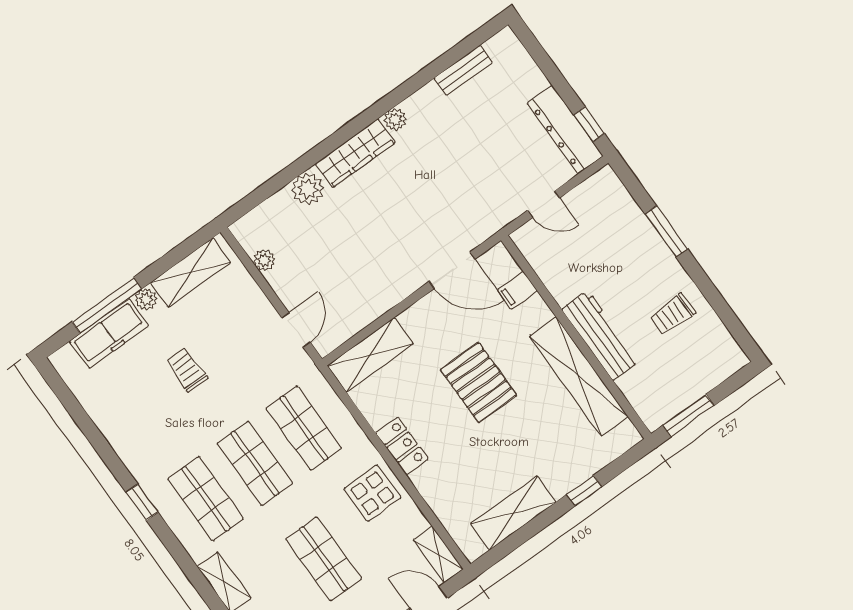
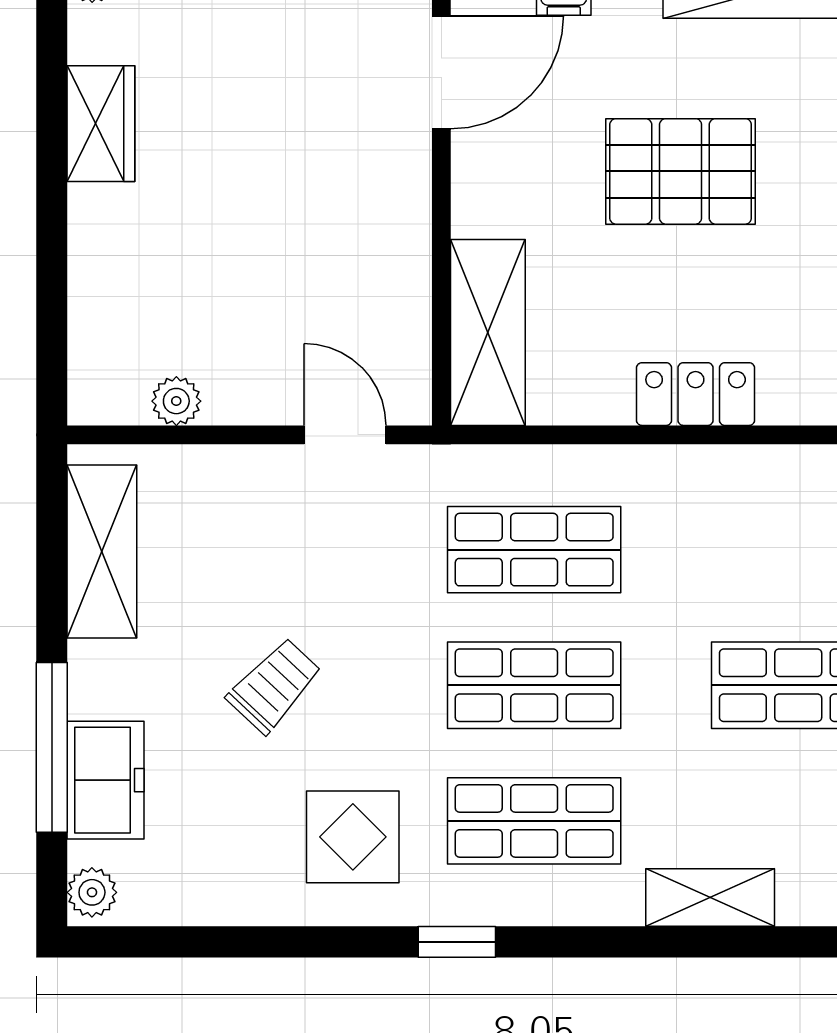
wardrobe: (355, 153) -> (101, 124), width x0.67
plant: (308, 189) -> (103, 228), removed
plant: (146, 299) -> (92, 892), moved
freezer: (109, 333) -> (106, 780), width x0.71
trolley: (187, 370) -> (274, 686), turned 133
display table: (372, 493) -> (353, 837), moved

